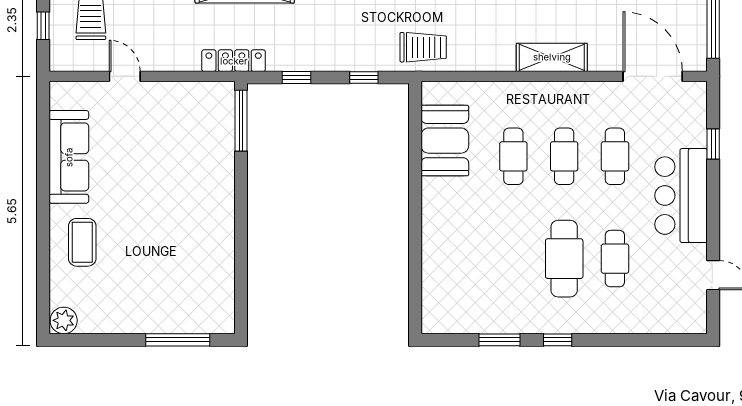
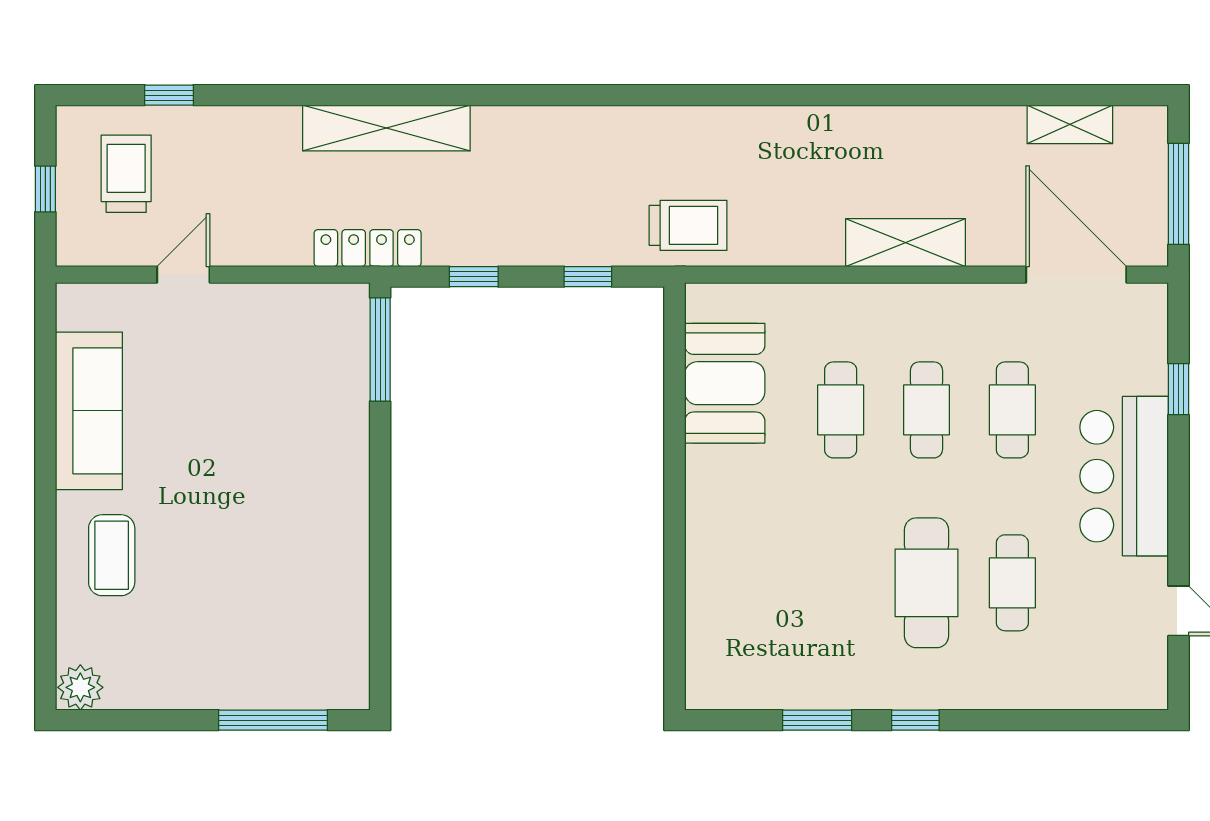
door: (125, 76) -> (183, 275), hinge flipped

